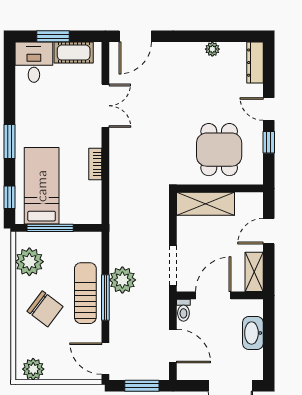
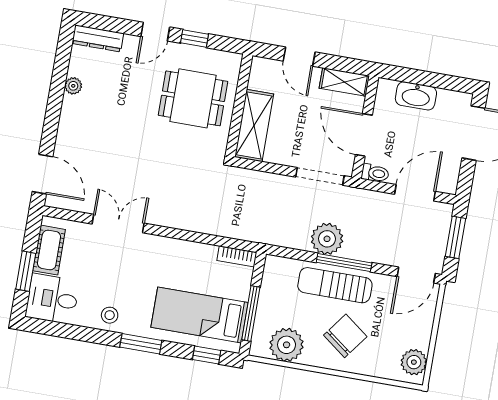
stool: (29, 112) -> (110, 315), added
bookcase: (95, 164) -> (237, 256), moved

